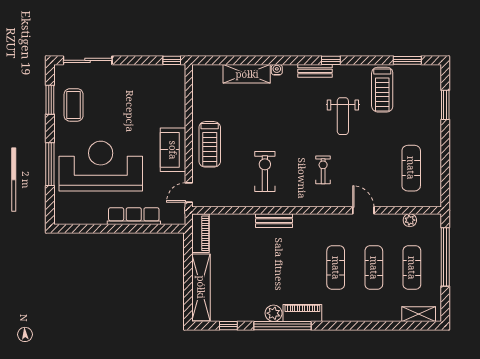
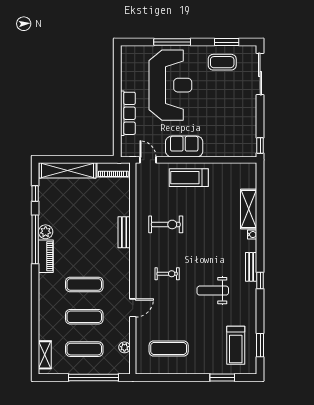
treadmill: (382, 90) -> (236, 345), moved, turned -90

